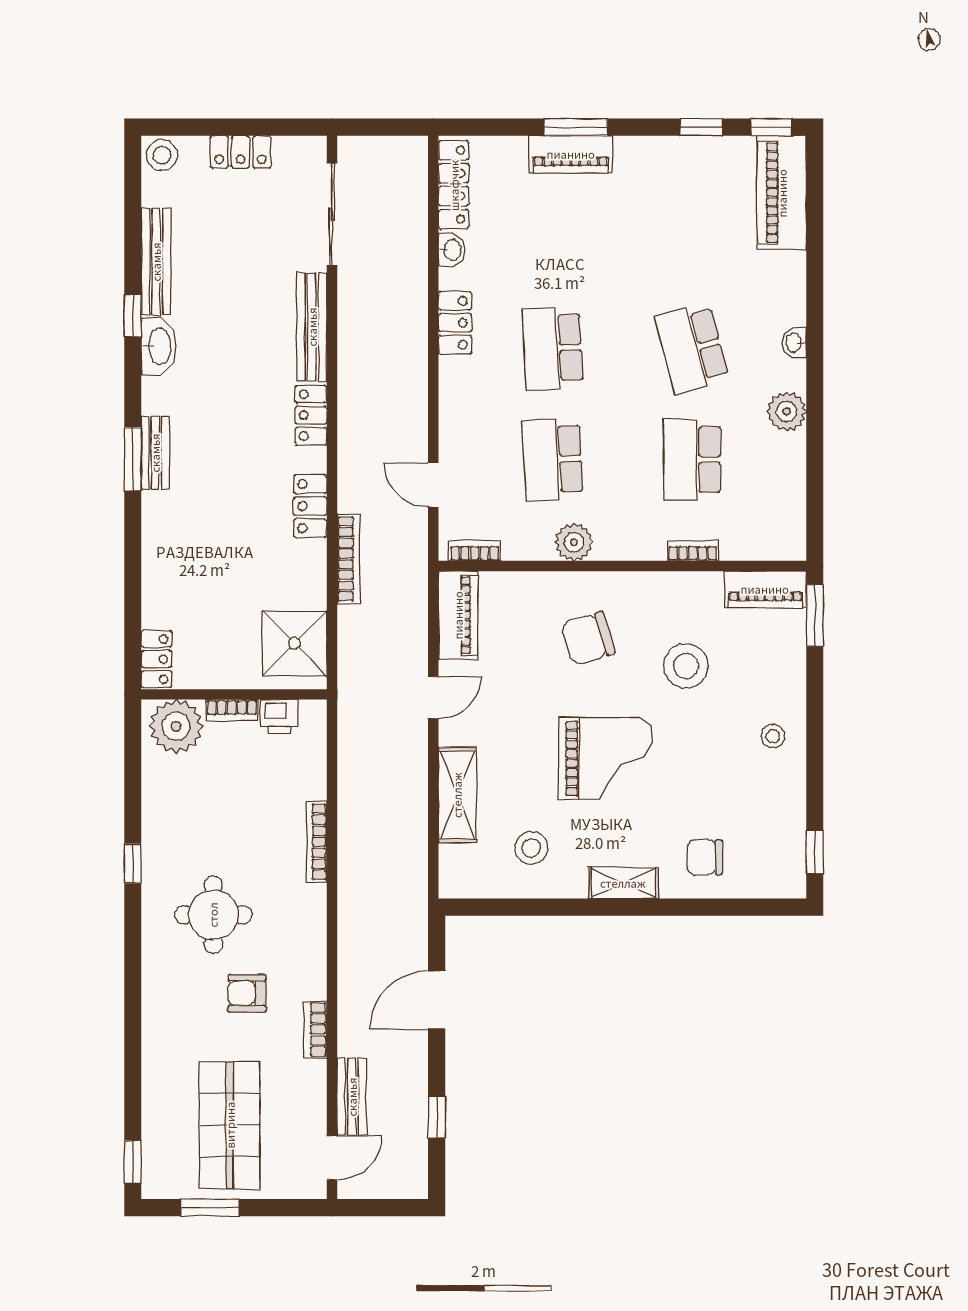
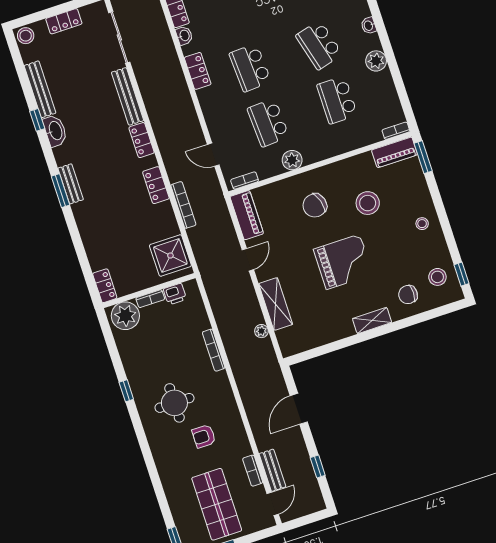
bookcase: (693, 551) -> (396, 131), moved
plant: (415, 836) -> (261, 331), added
stool: (531, 848) -> (437, 277), moved
bookcase: (315, 1030) -> (253, 471), moved

